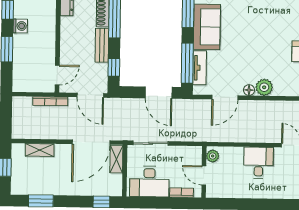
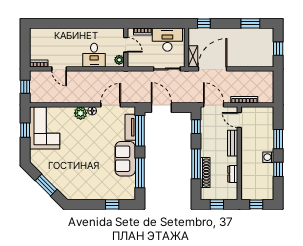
bench: (102, 45) -> (233, 143), moved
door: (57, 75) -> (239, 120), hinge flipped
shelving: (40, 150) -> (252, 62), removed
desk: (258, 163) -> (94, 55), moved

